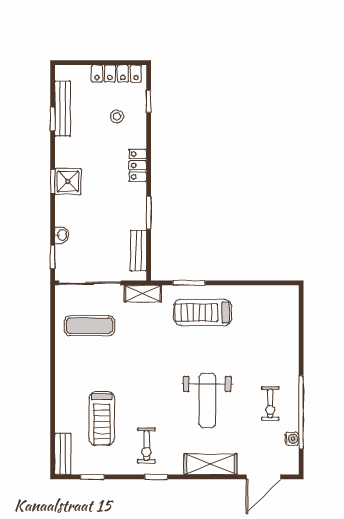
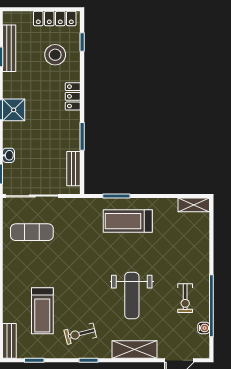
stool: (117, 116) -> (55, 55), width x1.89, depth x1.89
shelving: (143, 294) -> (194, 205), moved
exercise bike: (146, 445) -> (80, 334), turned 76

